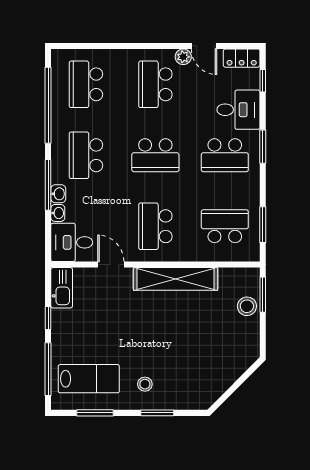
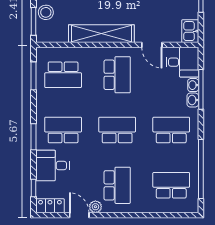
school desk: (86, 84) -> (171, 185), turned -90
school desk: (86, 155) -> (171, 130), turned -90
window: (48, 185) -> (201, 89), moved
kitchen sink: (62, 288) -> (190, 31), width x0.73

